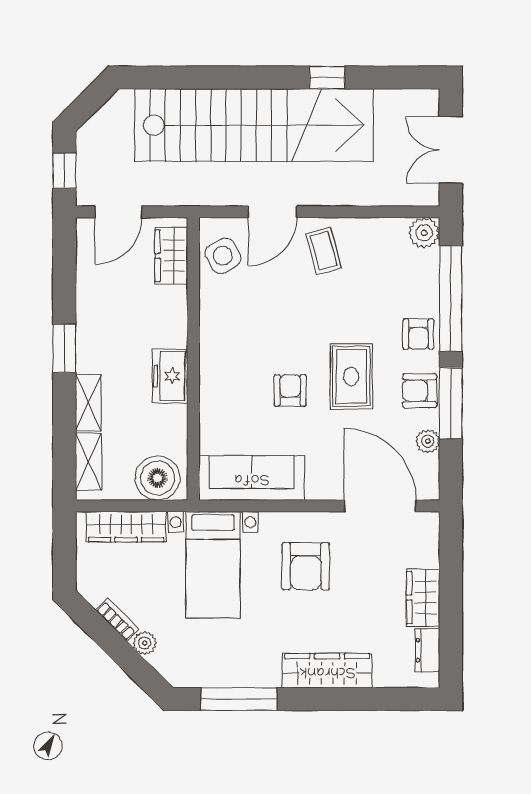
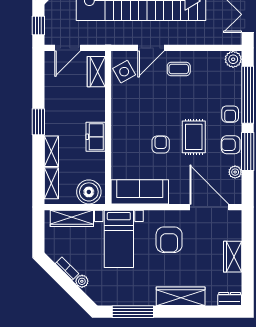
coffee table: (324, 251) -> (179, 69), turned -75
dresser: (427, 650) -> (230, 299), moved, turned 90

